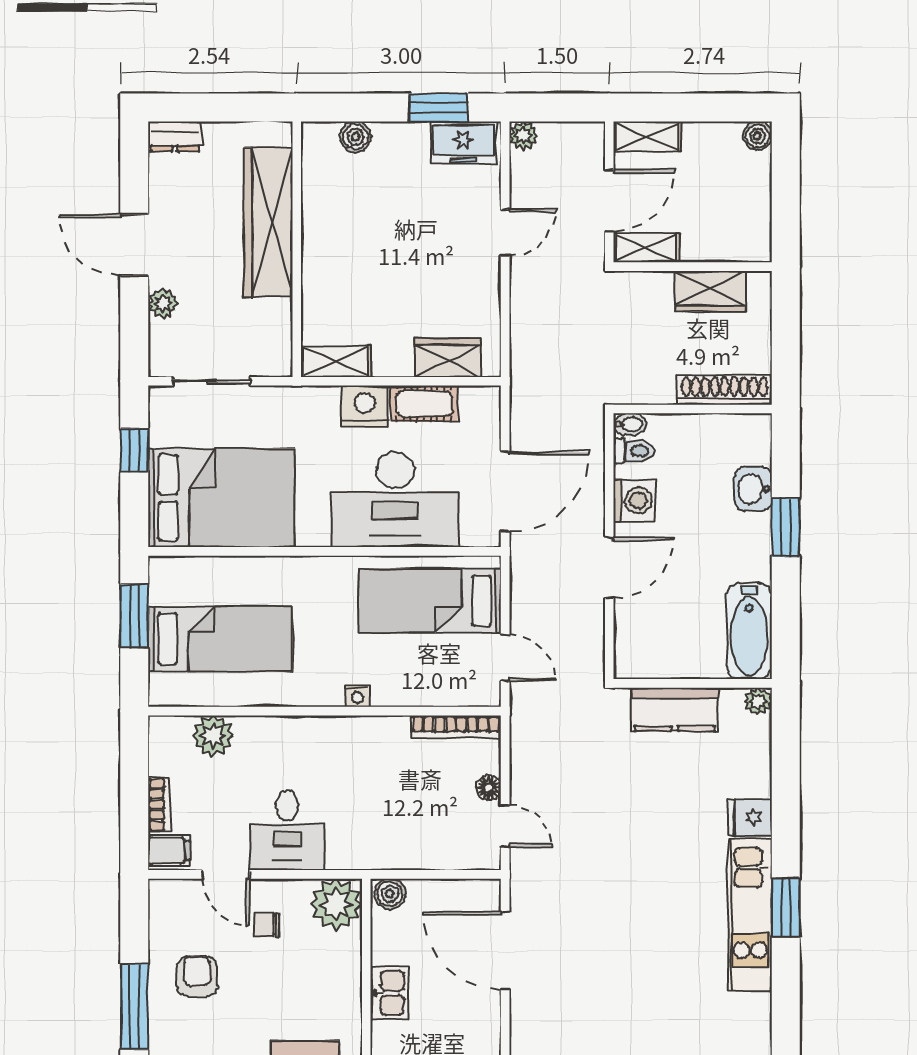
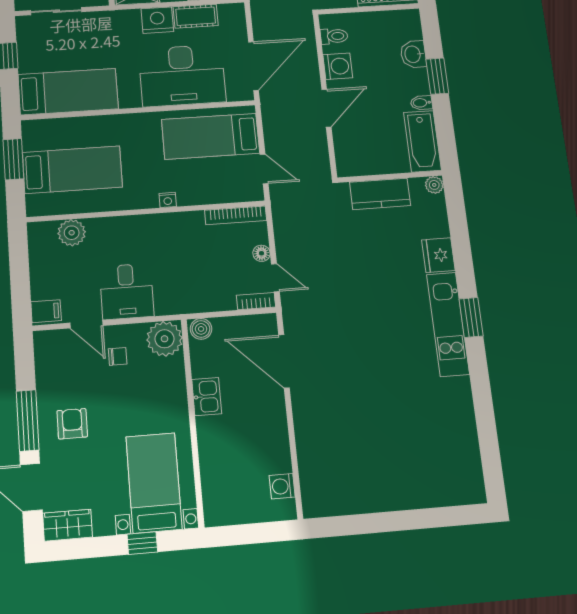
bidet: (630, 424) -> (421, 103), moved, turned 180
bed: (221, 498) -> (68, 92), width x0.67
bookcase: (159, 805) -> (256, 301), moved, turned -90
fridge: (750, 817) -> (438, 255), width x1.38
chair: (267, 925) -> (118, 356), turned 180
armchair: (197, 976) -> (72, 424), moved

